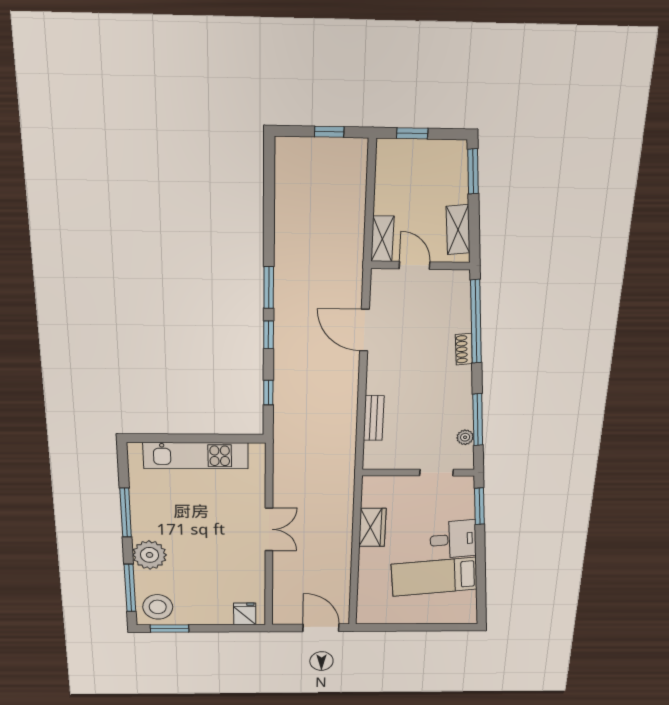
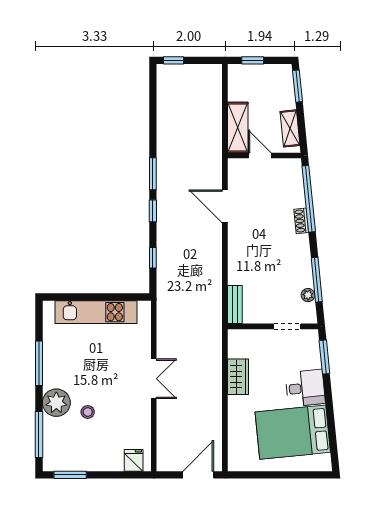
window: (329, 132) -> (173, 60), moved
shelving: (382, 239) -> (238, 128), width x1.50, depth x1.33
bench: (374, 418) -> (235, 305), moved
bed: (434, 577) -> (293, 432), width x1.50
stool: (158, 607) -> (88, 412), moved, width x0.53, depth x0.53
door: (321, 628) -> (198, 475), hinge flipped

